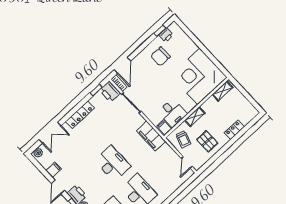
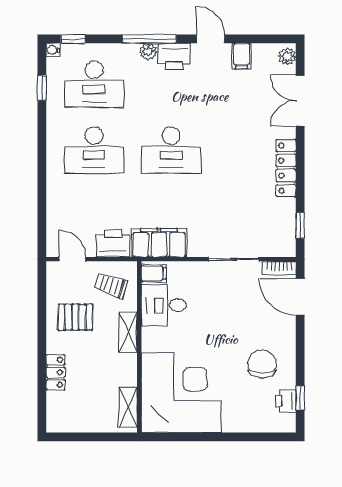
printer: (110, 92) -> (113, 243), moved

